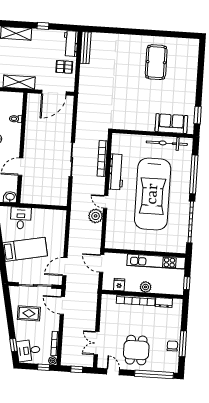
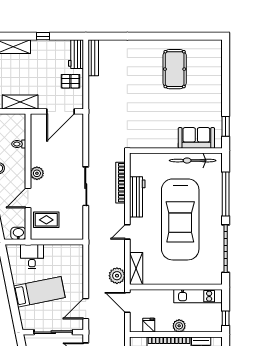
plant: (30, 146) -> (37, 173), added
rug: (35, 187) -> (46, 220), added
door: (106, 202) -> (127, 232), hinge flipped
plant: (96, 216) -> (117, 276), moved
shelving: (111, 234) -> (136, 269), added
kitchen unit: (156, 262) -> (198, 296), width x0.73

